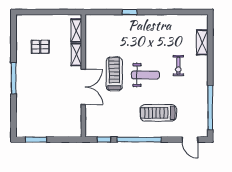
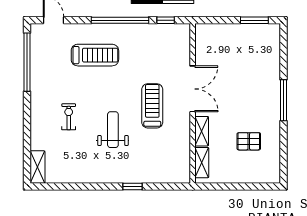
shelving: (202, 42) -> (38, 167), moved
treadmill: (114, 74) -> (152, 106), turned 180
weight bench: (145, 75) -> (113, 130), moved, turned 90
double door: (83, 87) -> (193, 89), swing flipped

